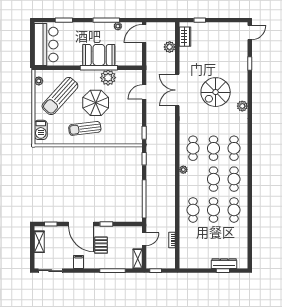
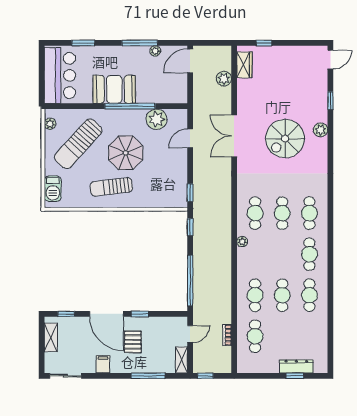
booth: (99, 55) -> (114, 89), moved
plant: (108, 78) -> (157, 119), moved
plant: (242, 106) -> (321, 130), moved
cafe table: (213, 179) -> (255, 336), moved

